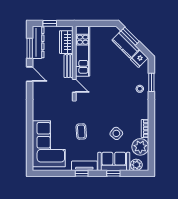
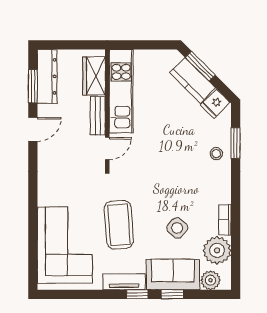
window: (50, 23) -> (66, 45), removed
door: (30, 74) -> (33, 129), hinge flipped
door: (74, 86) -> (107, 148), hinge flipped
coffee table: (81, 131) -> (119, 225), width x1.86, depth x1.72
window: (82, 173) -> (137, 294), moved

